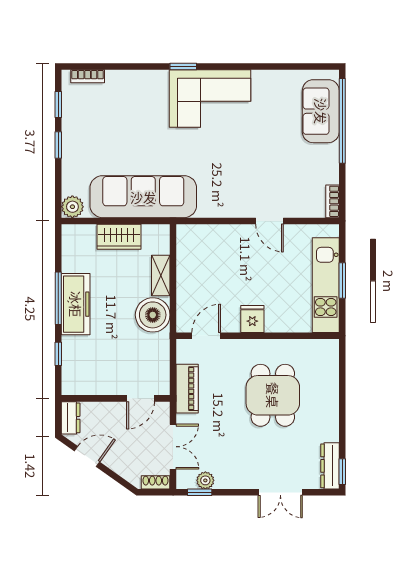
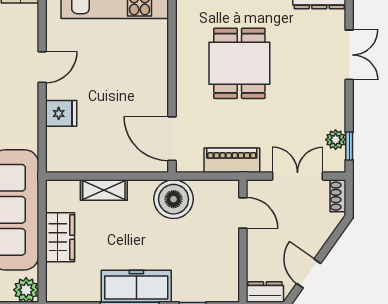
boiler: (153, 315) -> (174, 199), moved
fridge: (252, 319) -> (61, 113), moved, turned 180
door: (206, 336) -> (172, 139), width x1.38
dining table: (273, 395) -> (239, 63), turned 90

